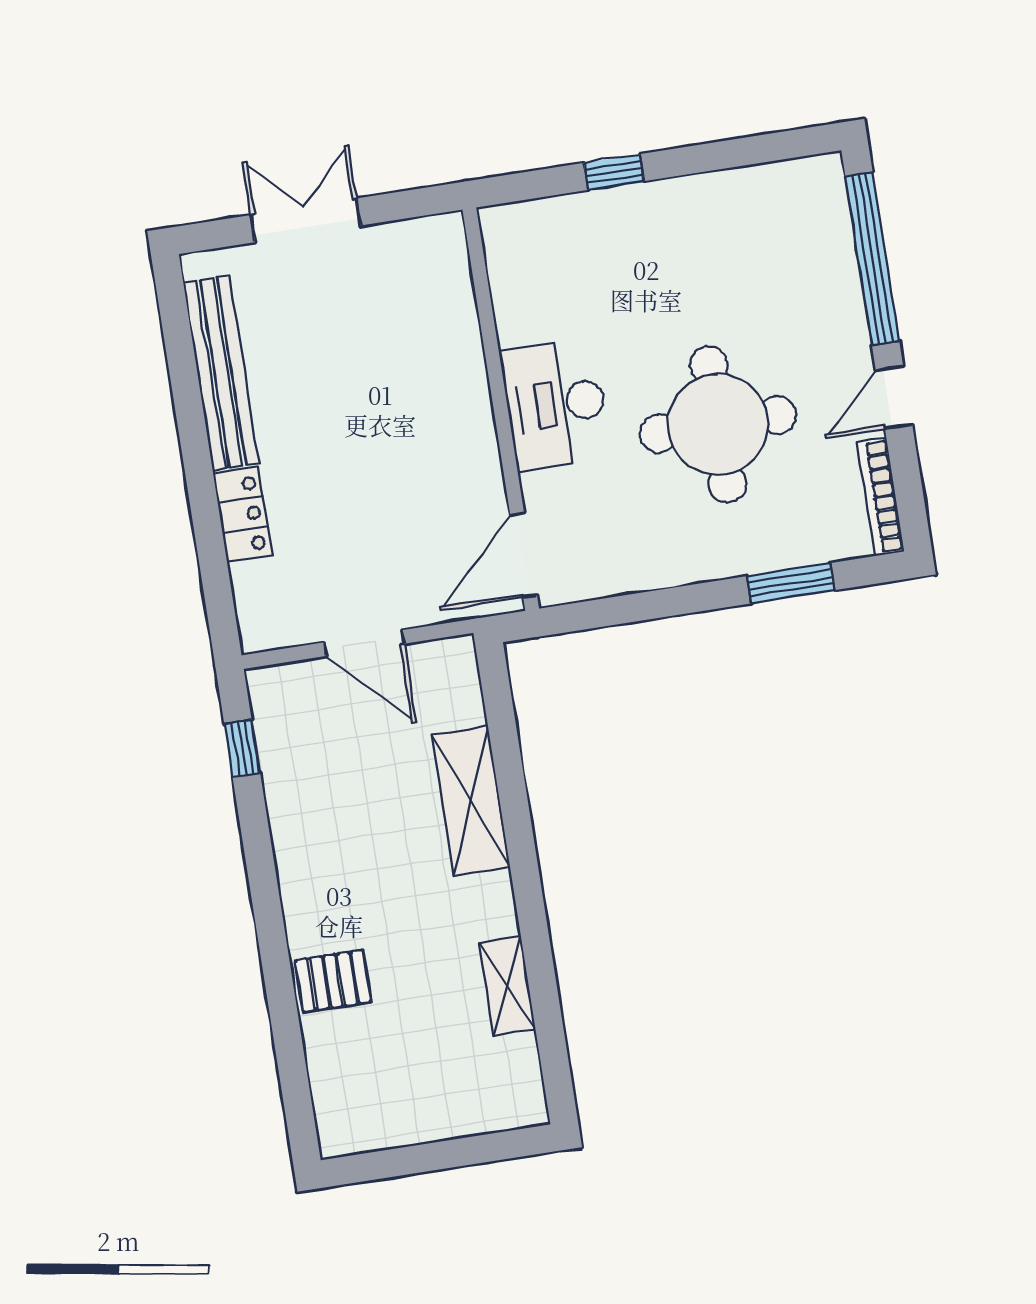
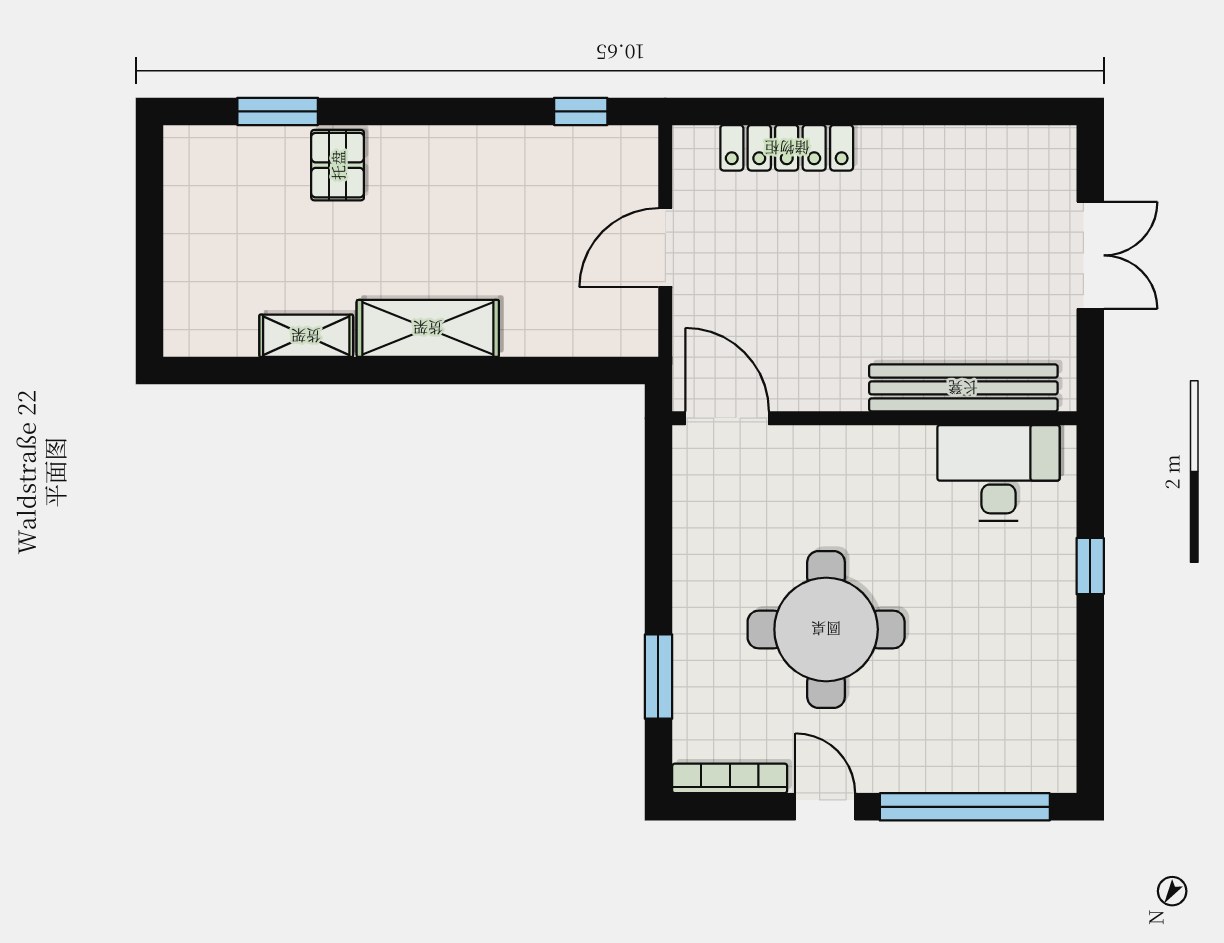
bench: (221, 373) -> (963, 388), moved
desk: (556, 404) -> (998, 473), moved
locker: (242, 515) -> (787, 148), width x1.53
shelving: (471, 801) -> (428, 328), moved
window: (289, 1049) -> (278, 111), added

